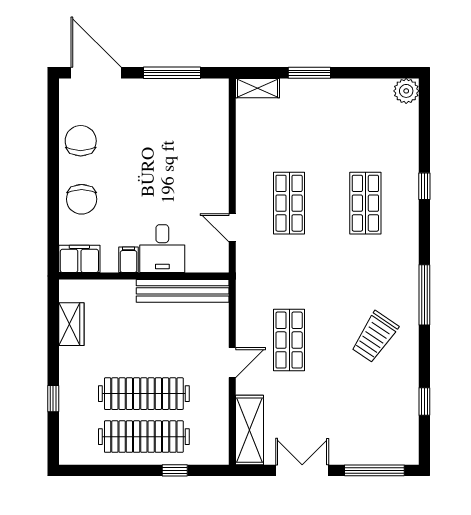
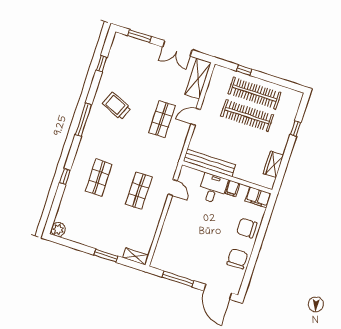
chair: (81, 141) -> (237, 259), turned 180
chair: (82, 199) -> (247, 228), turned -90
trolley: (375, 337) -> (117, 106), turned -101
window: (374, 470) -> (140, 36), width x0.69

